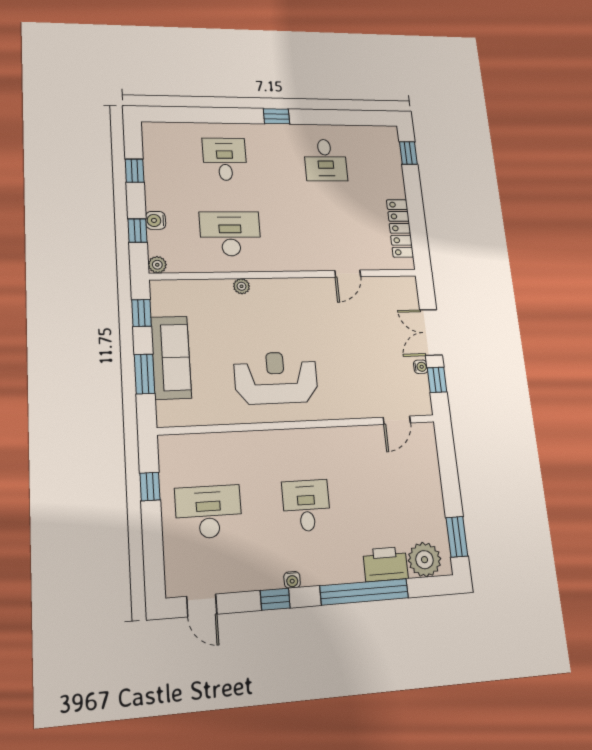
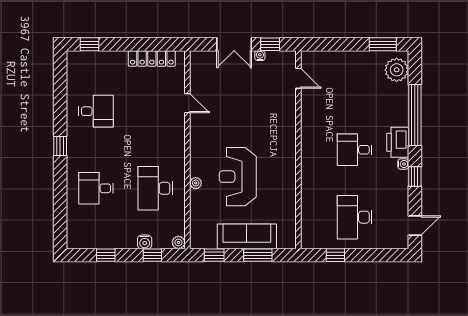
reception desk: (276, 378) -> (238, 177), moved
printer: (386, 564) -> (398, 142), moved

